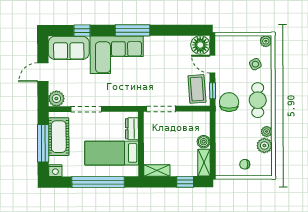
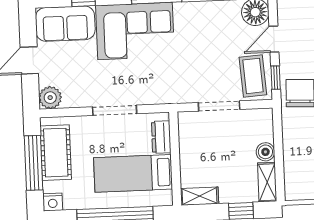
door: (212, 64) -> (274, 39), hinge flipped
doorway: (86, 109) -> (115, 110), moved
doorway: (161, 109) -> (219, 106), moved

